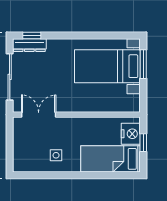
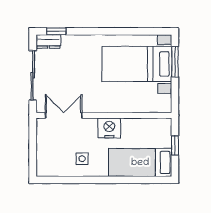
dresser: (29, 45) -> (48, 41), width x0.70
nightstand: (131, 134) -> (109, 128), moved, turned -90

